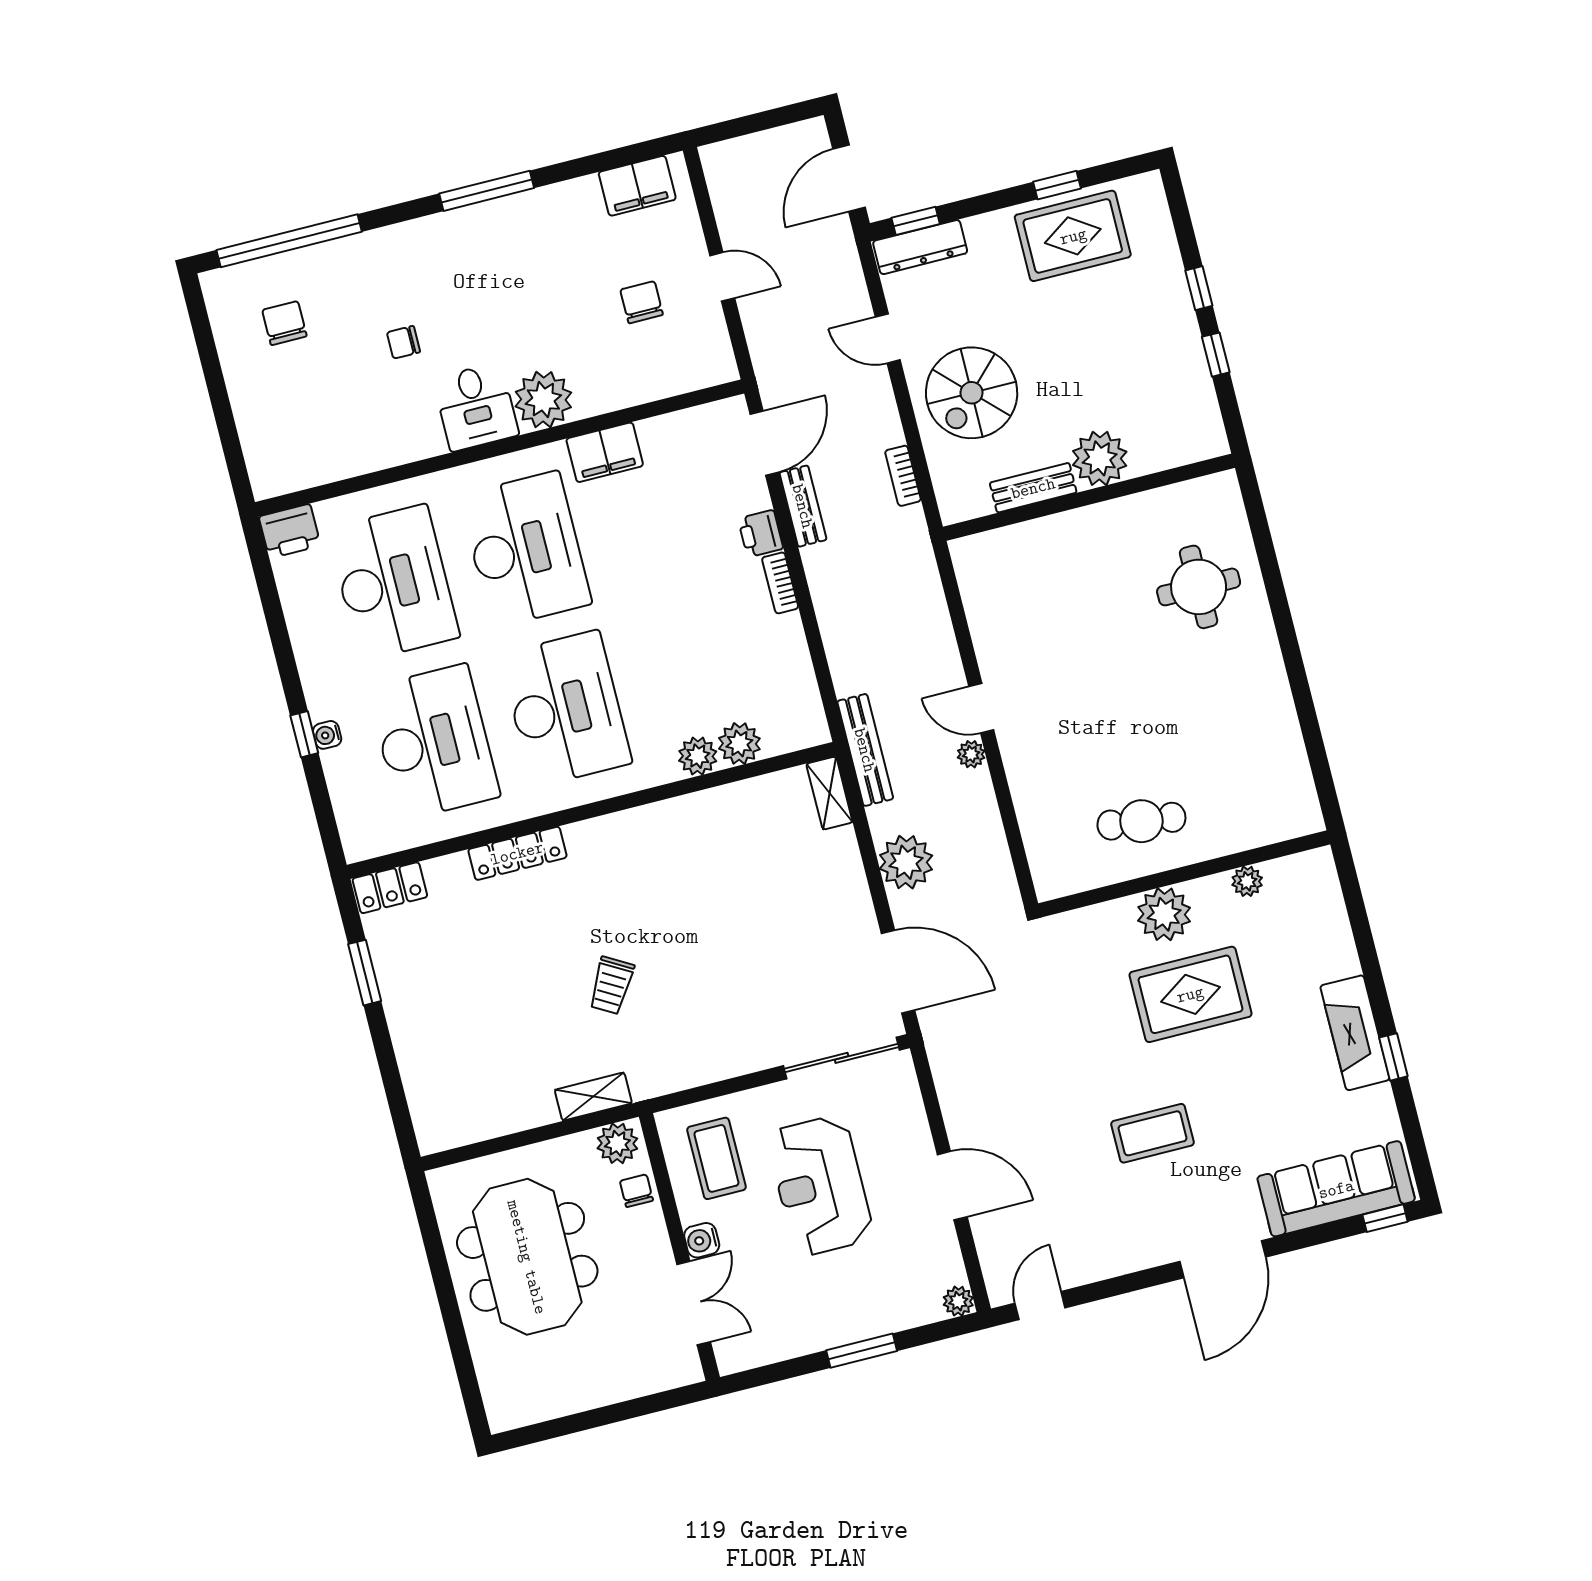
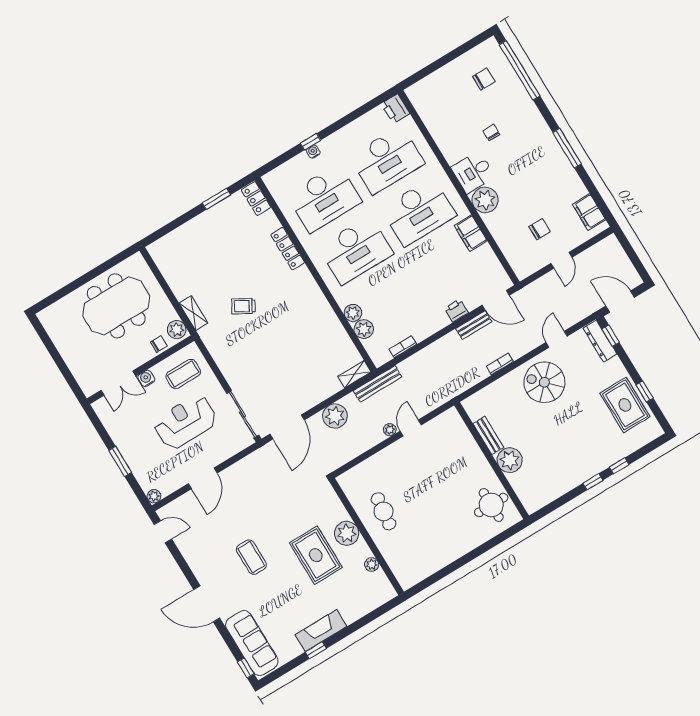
plant: (1100, 458) -> (510, 460), moved
bench: (1033, 488) -> (488, 435), moved
wall: (1089, 497) -> (492, 461), moved
bookcase: (780, 583) -> (403, 347), moved

